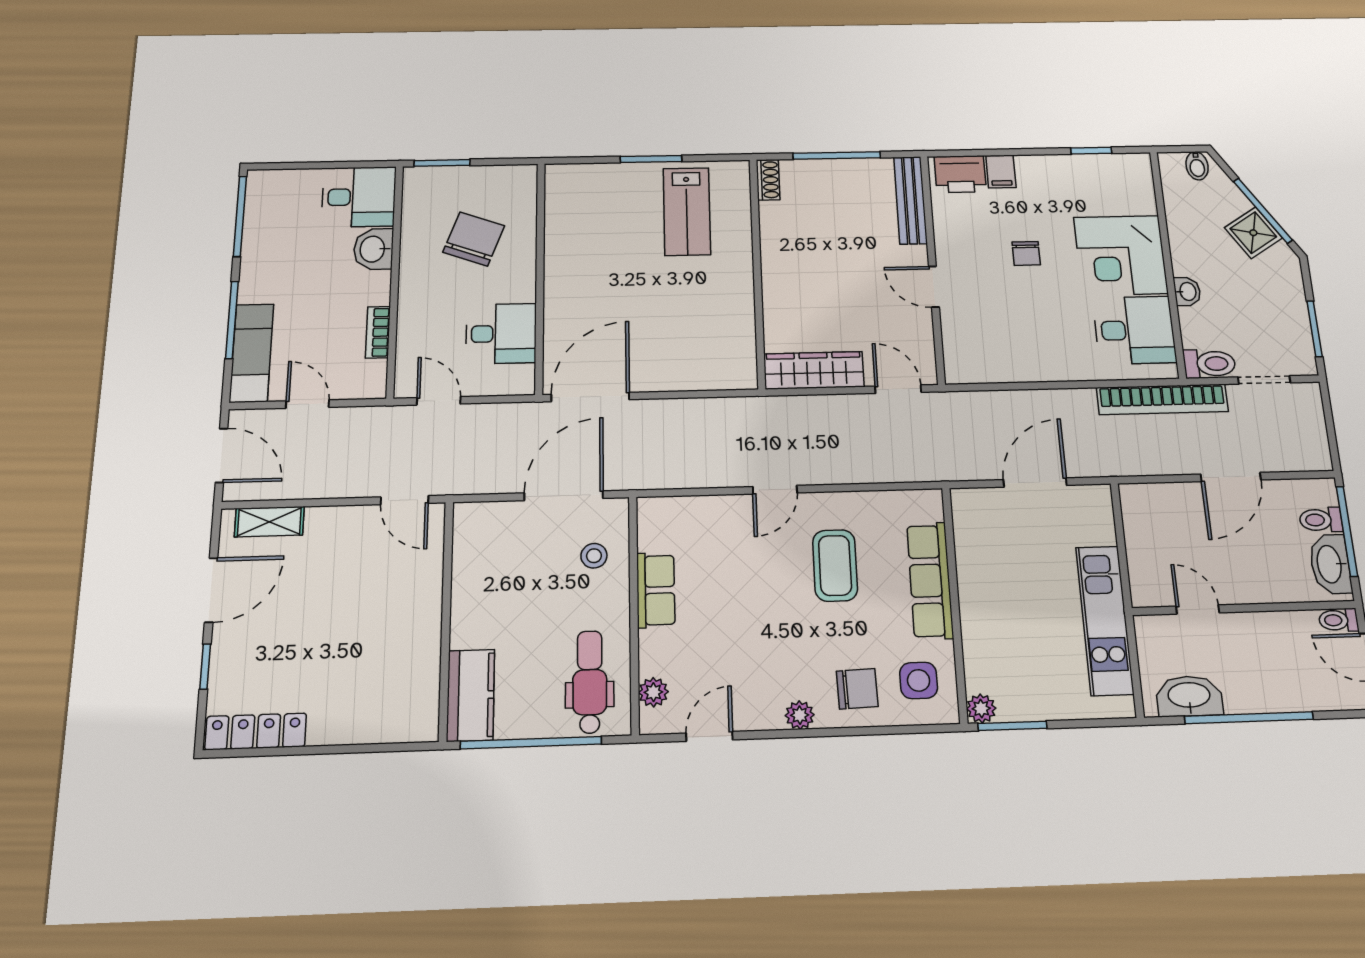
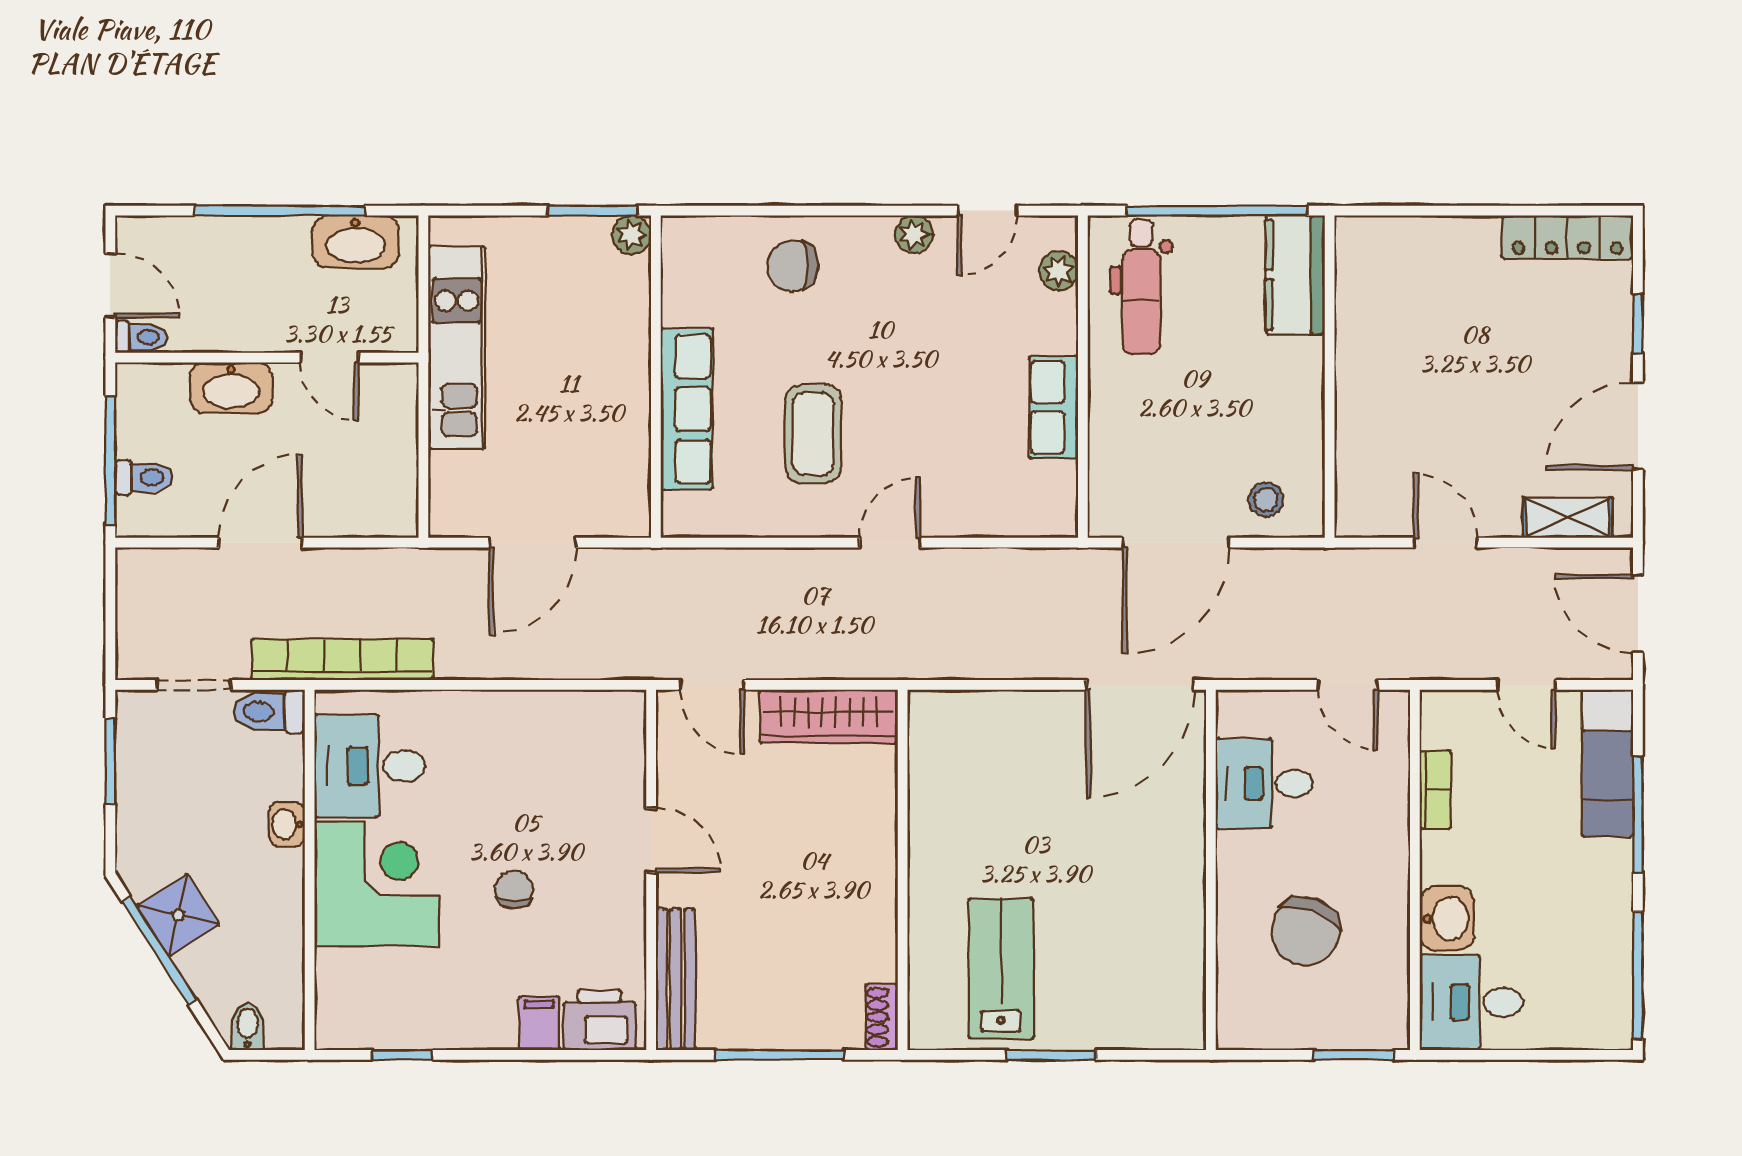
door: (404, 500) -> (1445, 543), moved
stool: (594, 556) -> (1266, 500), moved
washbasin: (1330, 564) -> (231, 388), moved, turned 90
side table: (919, 680) -> (711, 274), removed
plant: (800, 715) -> (914, 234), moved

